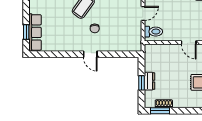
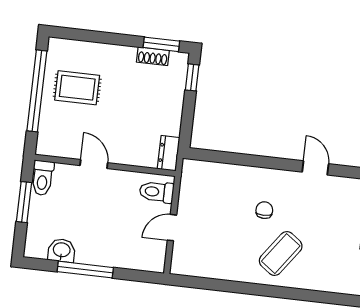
door: (90, 54) -> (315, 168), moved
dresser: (149, 81) -> (169, 153), moved
window: (142, 83) -> (192, 77), moved

